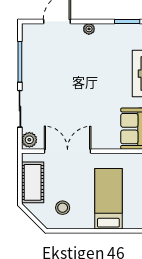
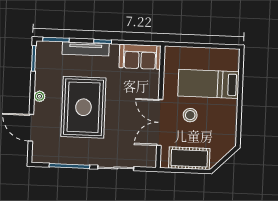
rug: (80, 74) -> (83, 107), added
plant: (29, 140) -> (147, 160), removed
stool: (63, 208) -> (190, 115), moved

